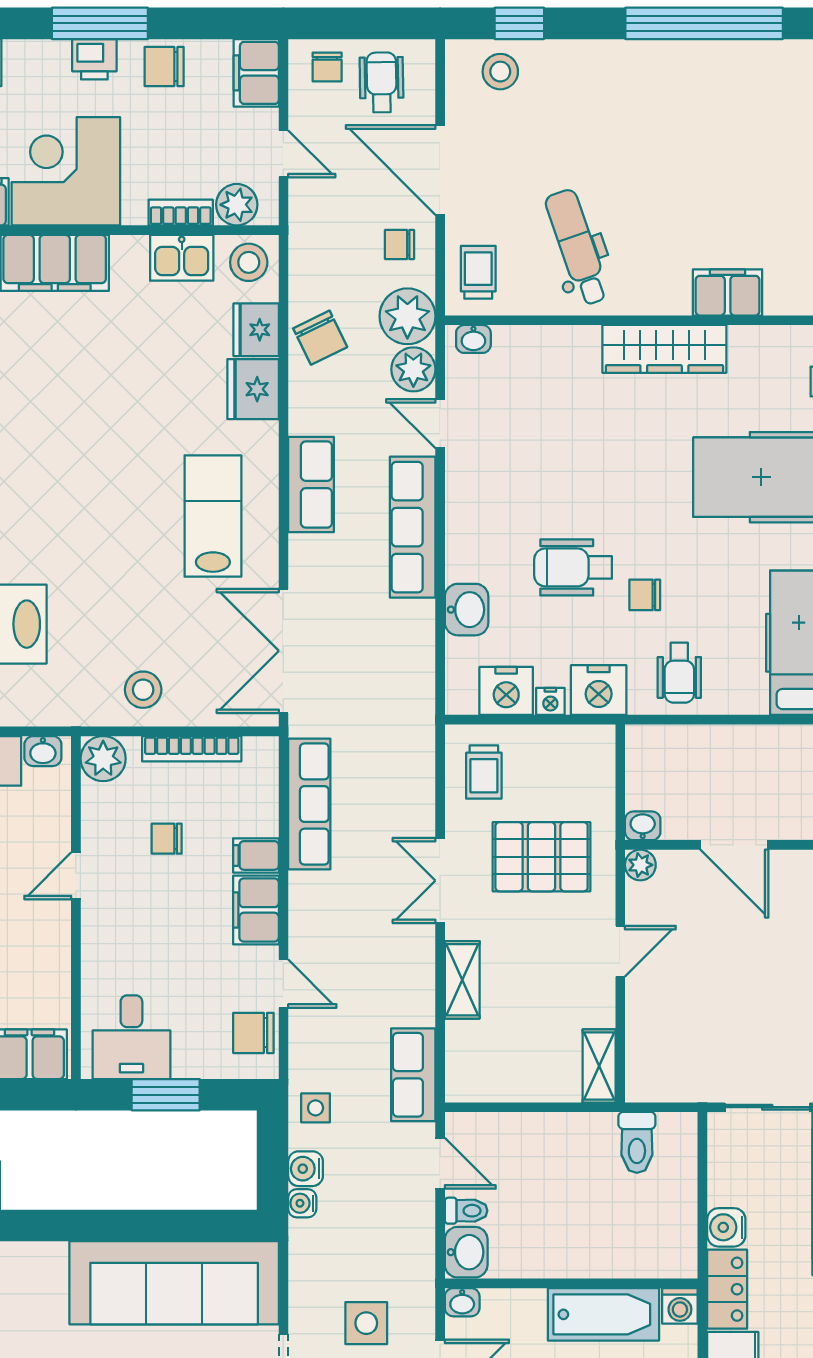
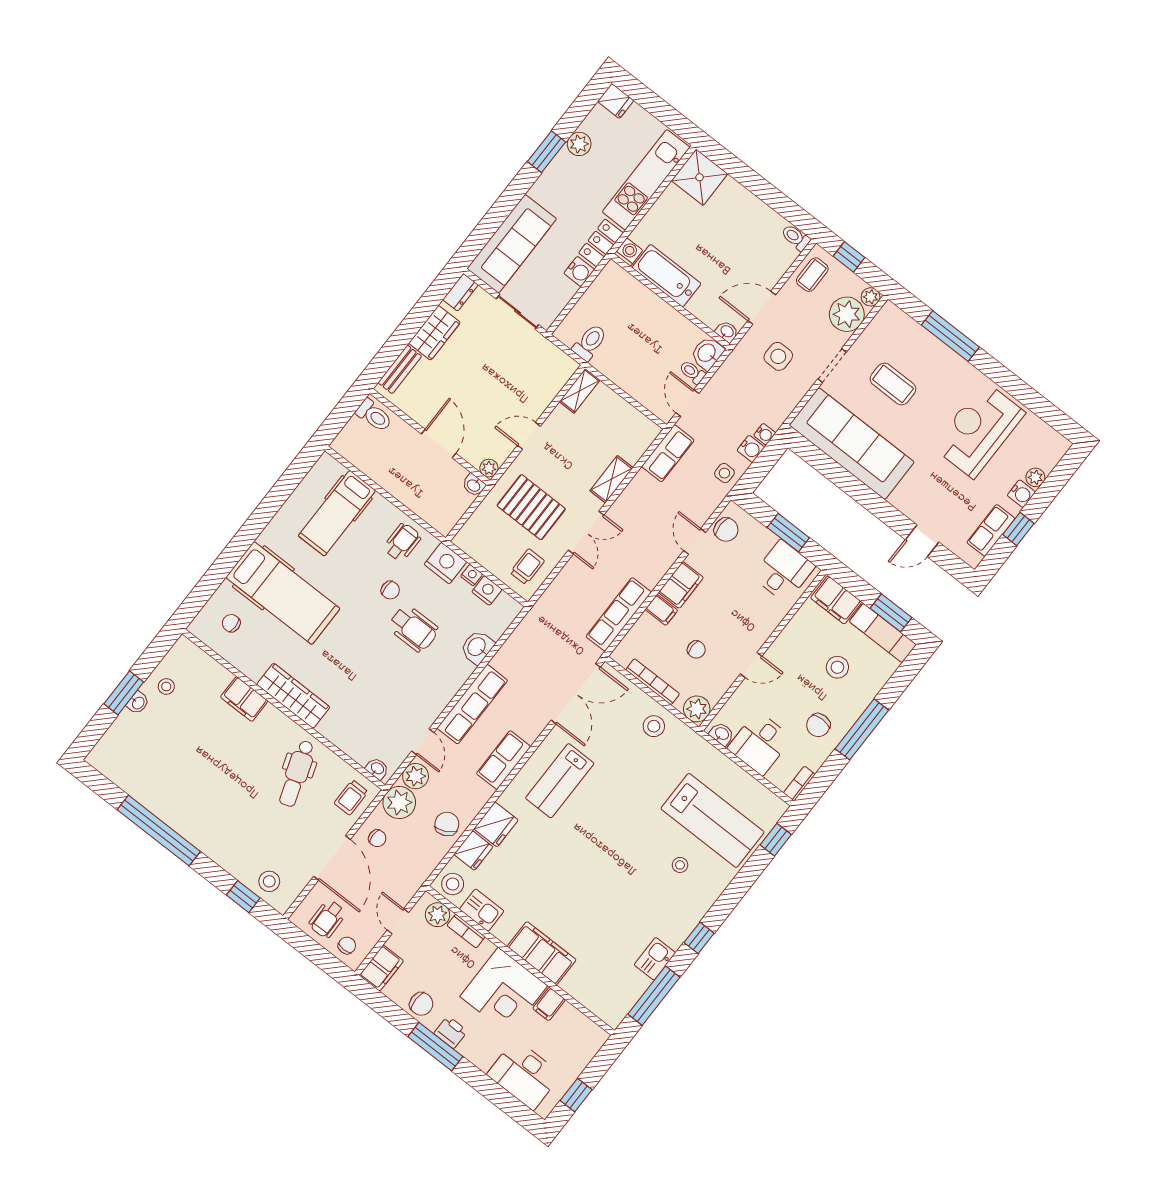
nightstand: (506, 691) -> (487, 591), width x0.74, depth x0.75

